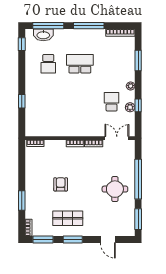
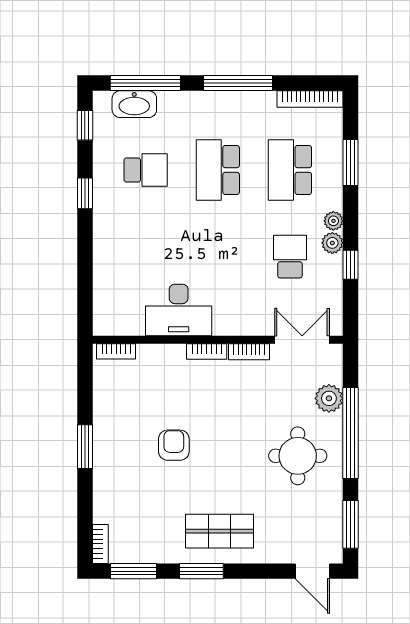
school desk: (48, 64) -> (146, 170), turned -90
school desk: (80, 64) -> (218, 170), turned -90
school desk: (112, 64) -> (290, 170), added
window: (22, 101) -> (85, 193), moved
plant: (130, 107) -> (332, 243), moved
desk: (63, 125) -> (179, 310), added
plant: (129, 164) -> (329, 398), added
window: (22, 201) -> (85, 447), moved
shop shelf: (68, 218) -> (219, 531), moved
door: (108, 240) -> (312, 571), moved

